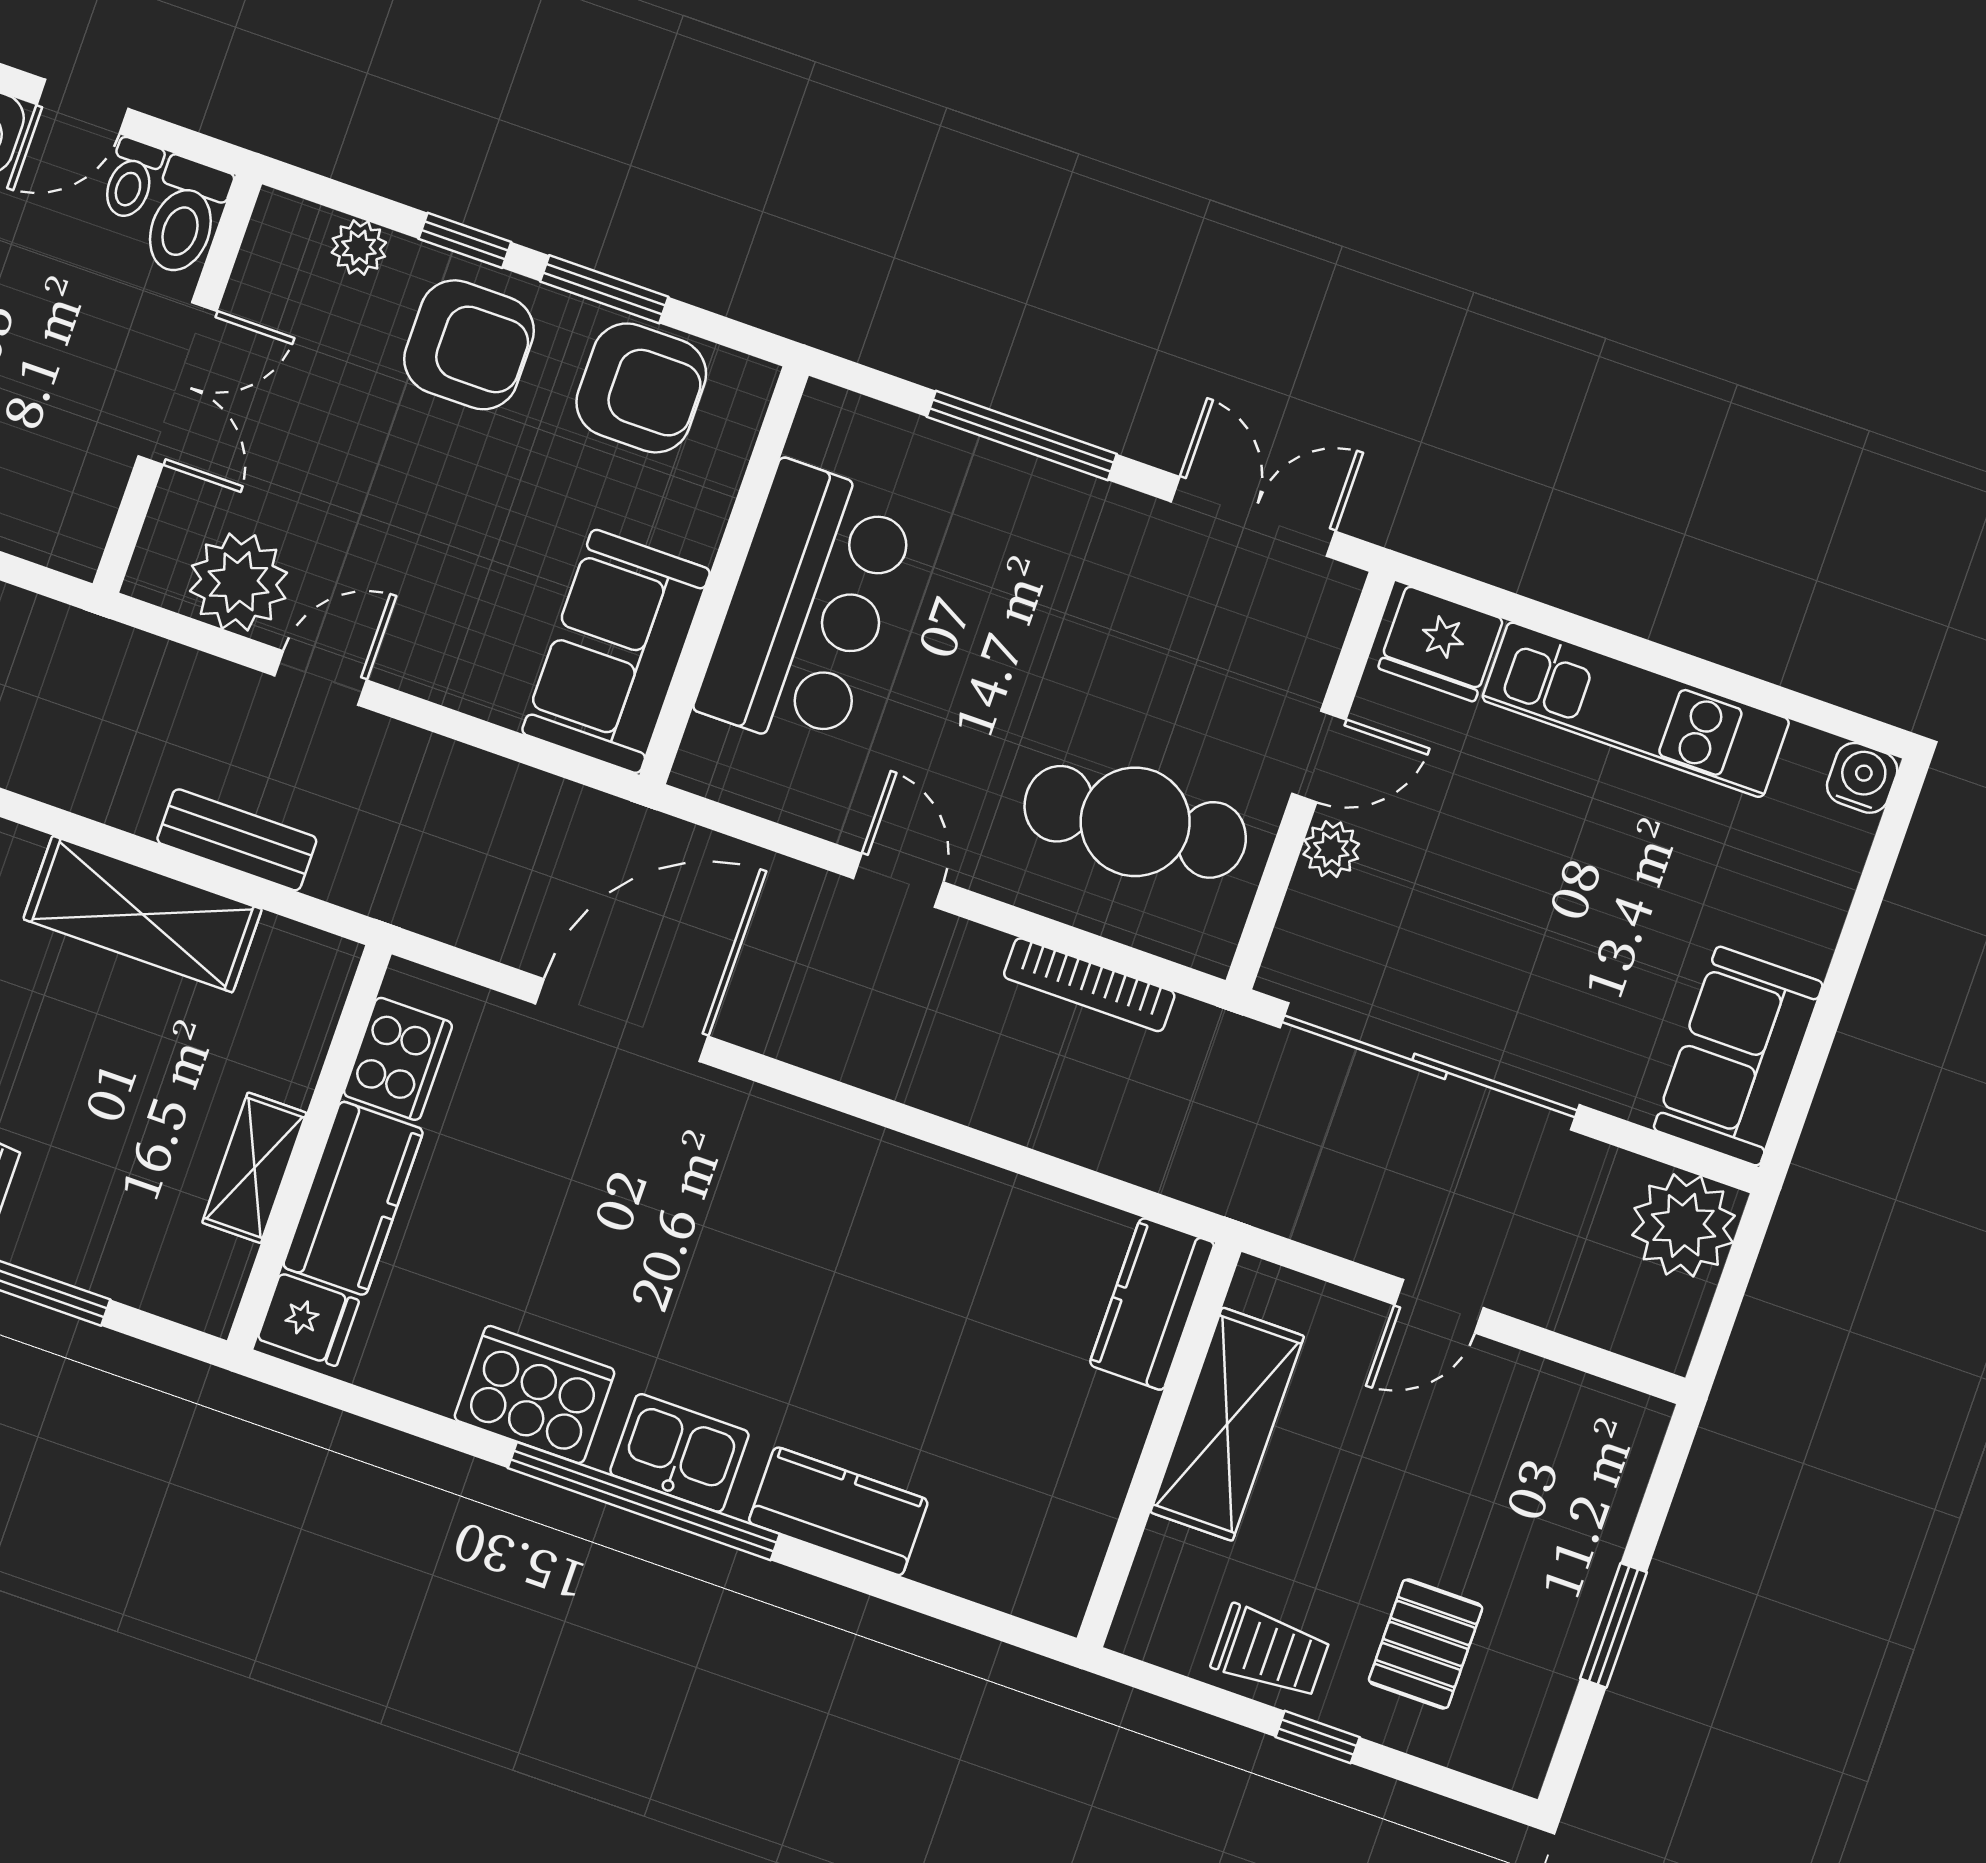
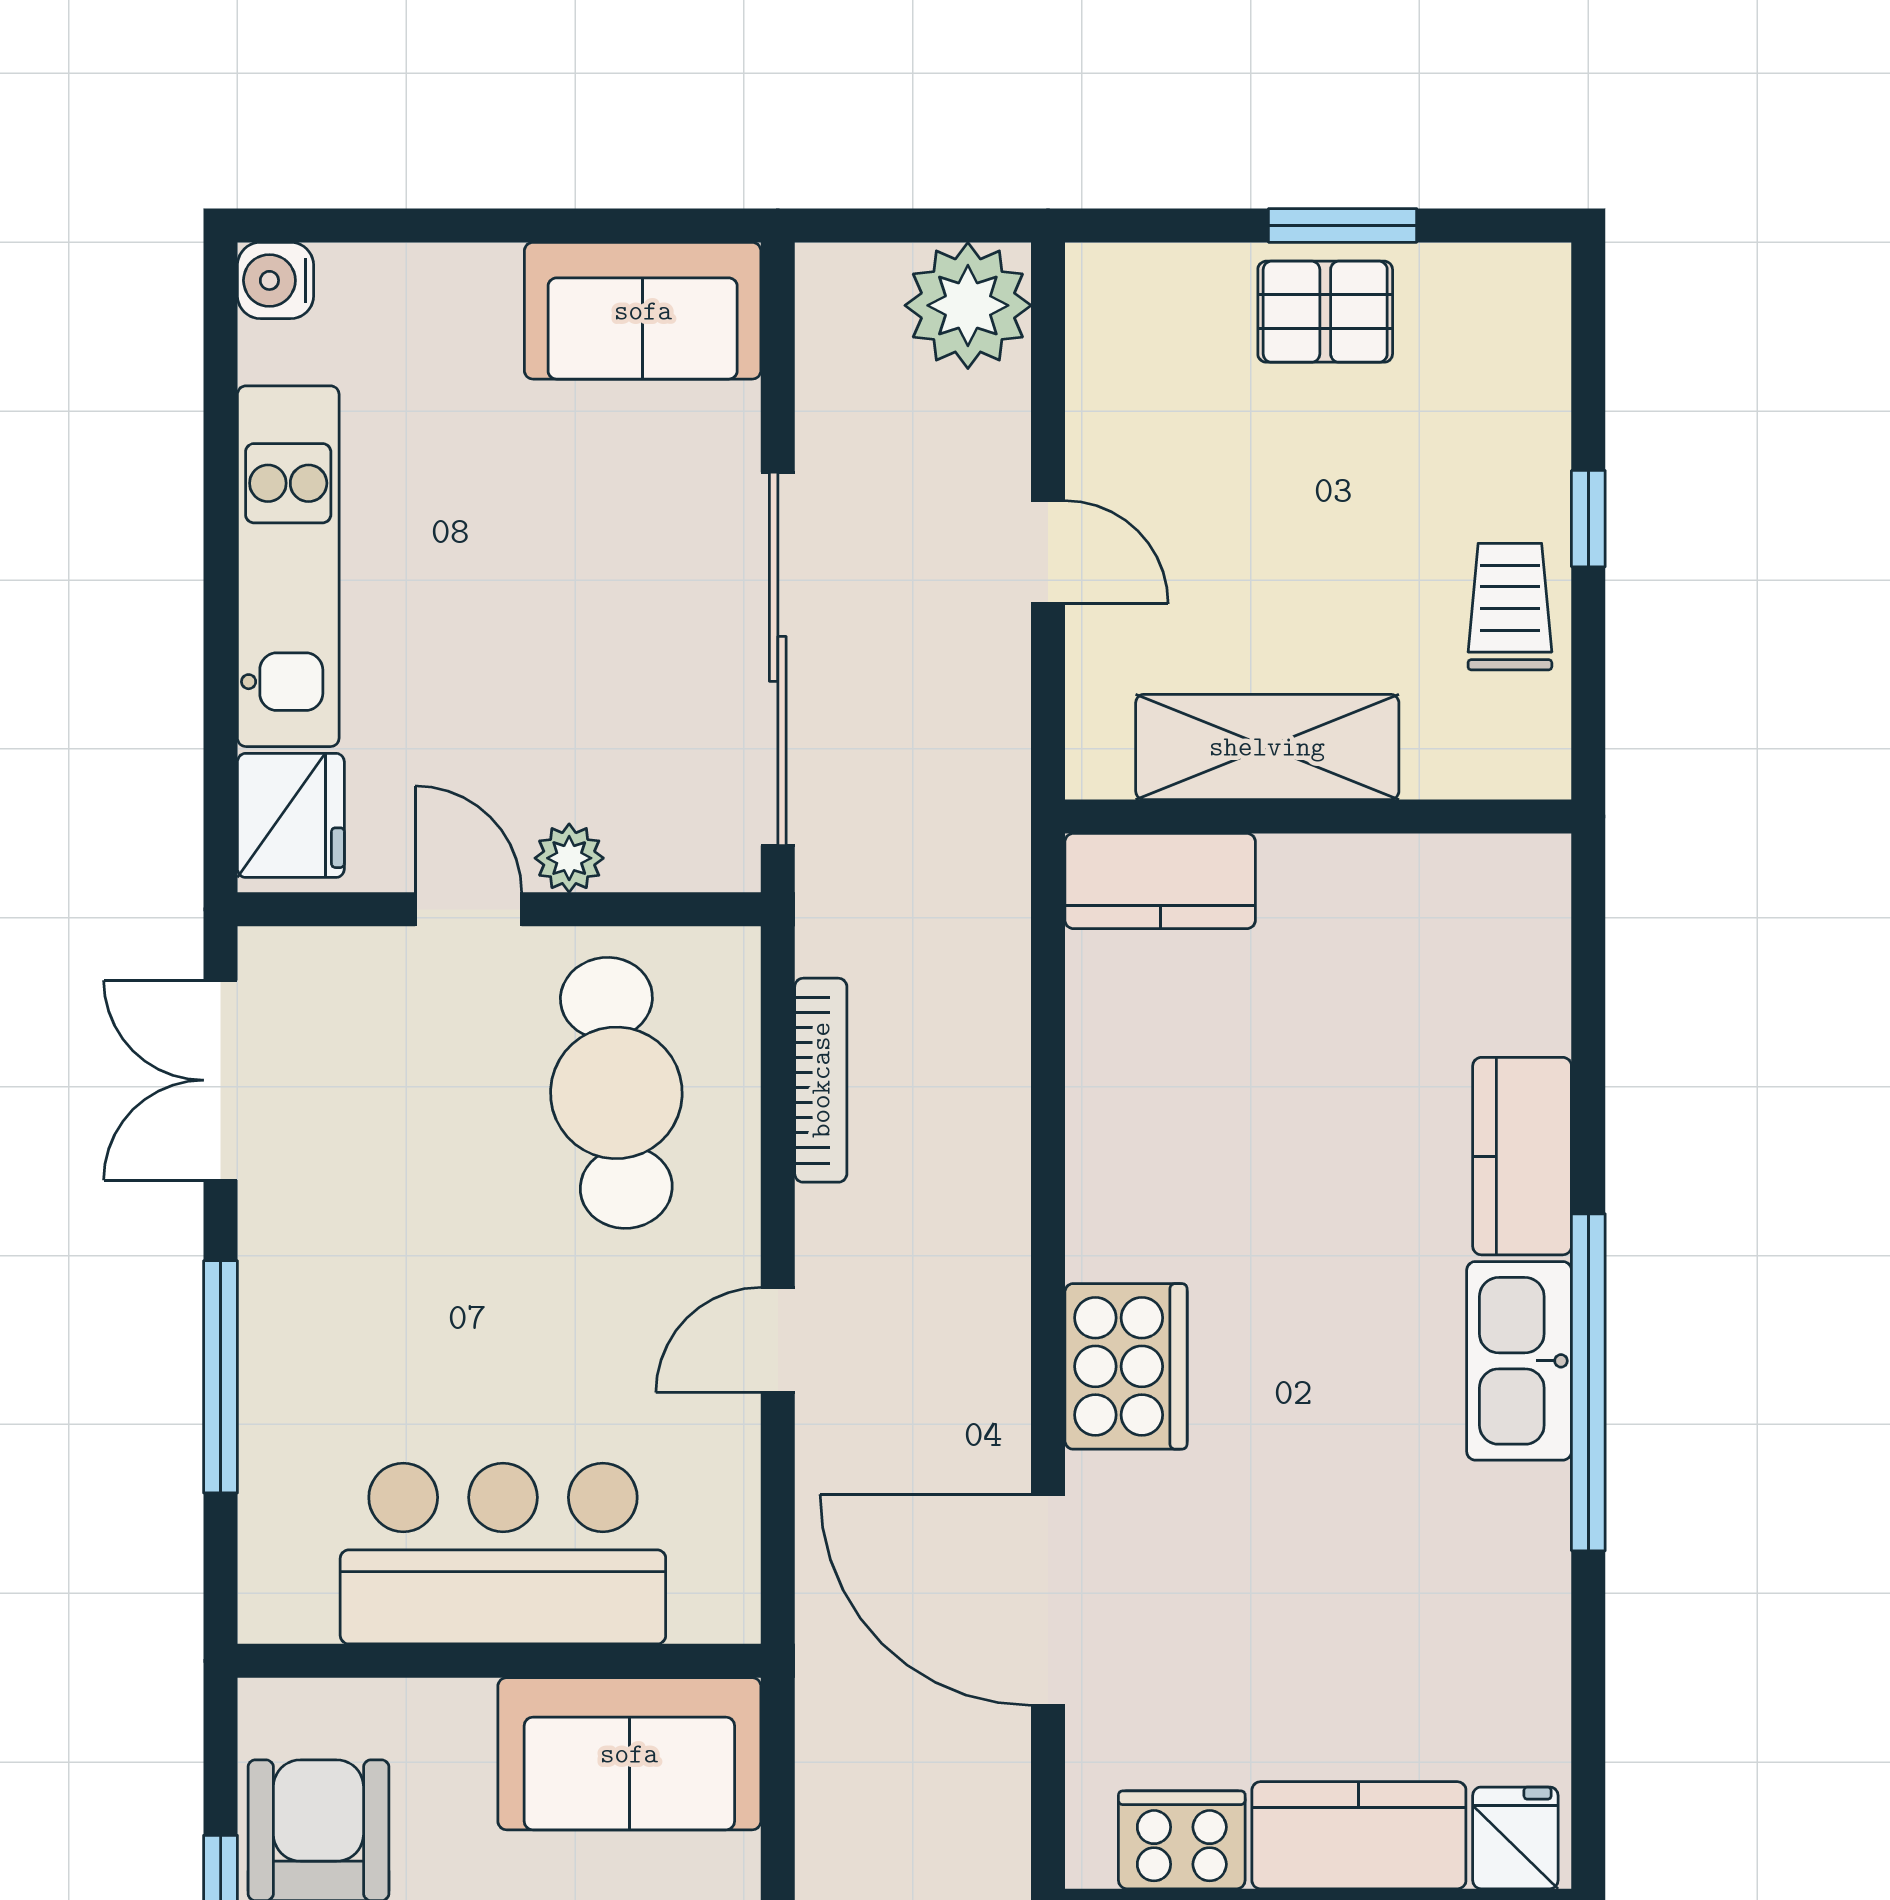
plant: (1684, 1225) -> (968, 305), moved
cooker: (535, 1394) -> (1126, 1366), moved, turned 180
kitchen sink: (679, 1453) -> (1519, 1361), width x1.38
pallet: (1426, 1644) -> (1325, 312), moved

